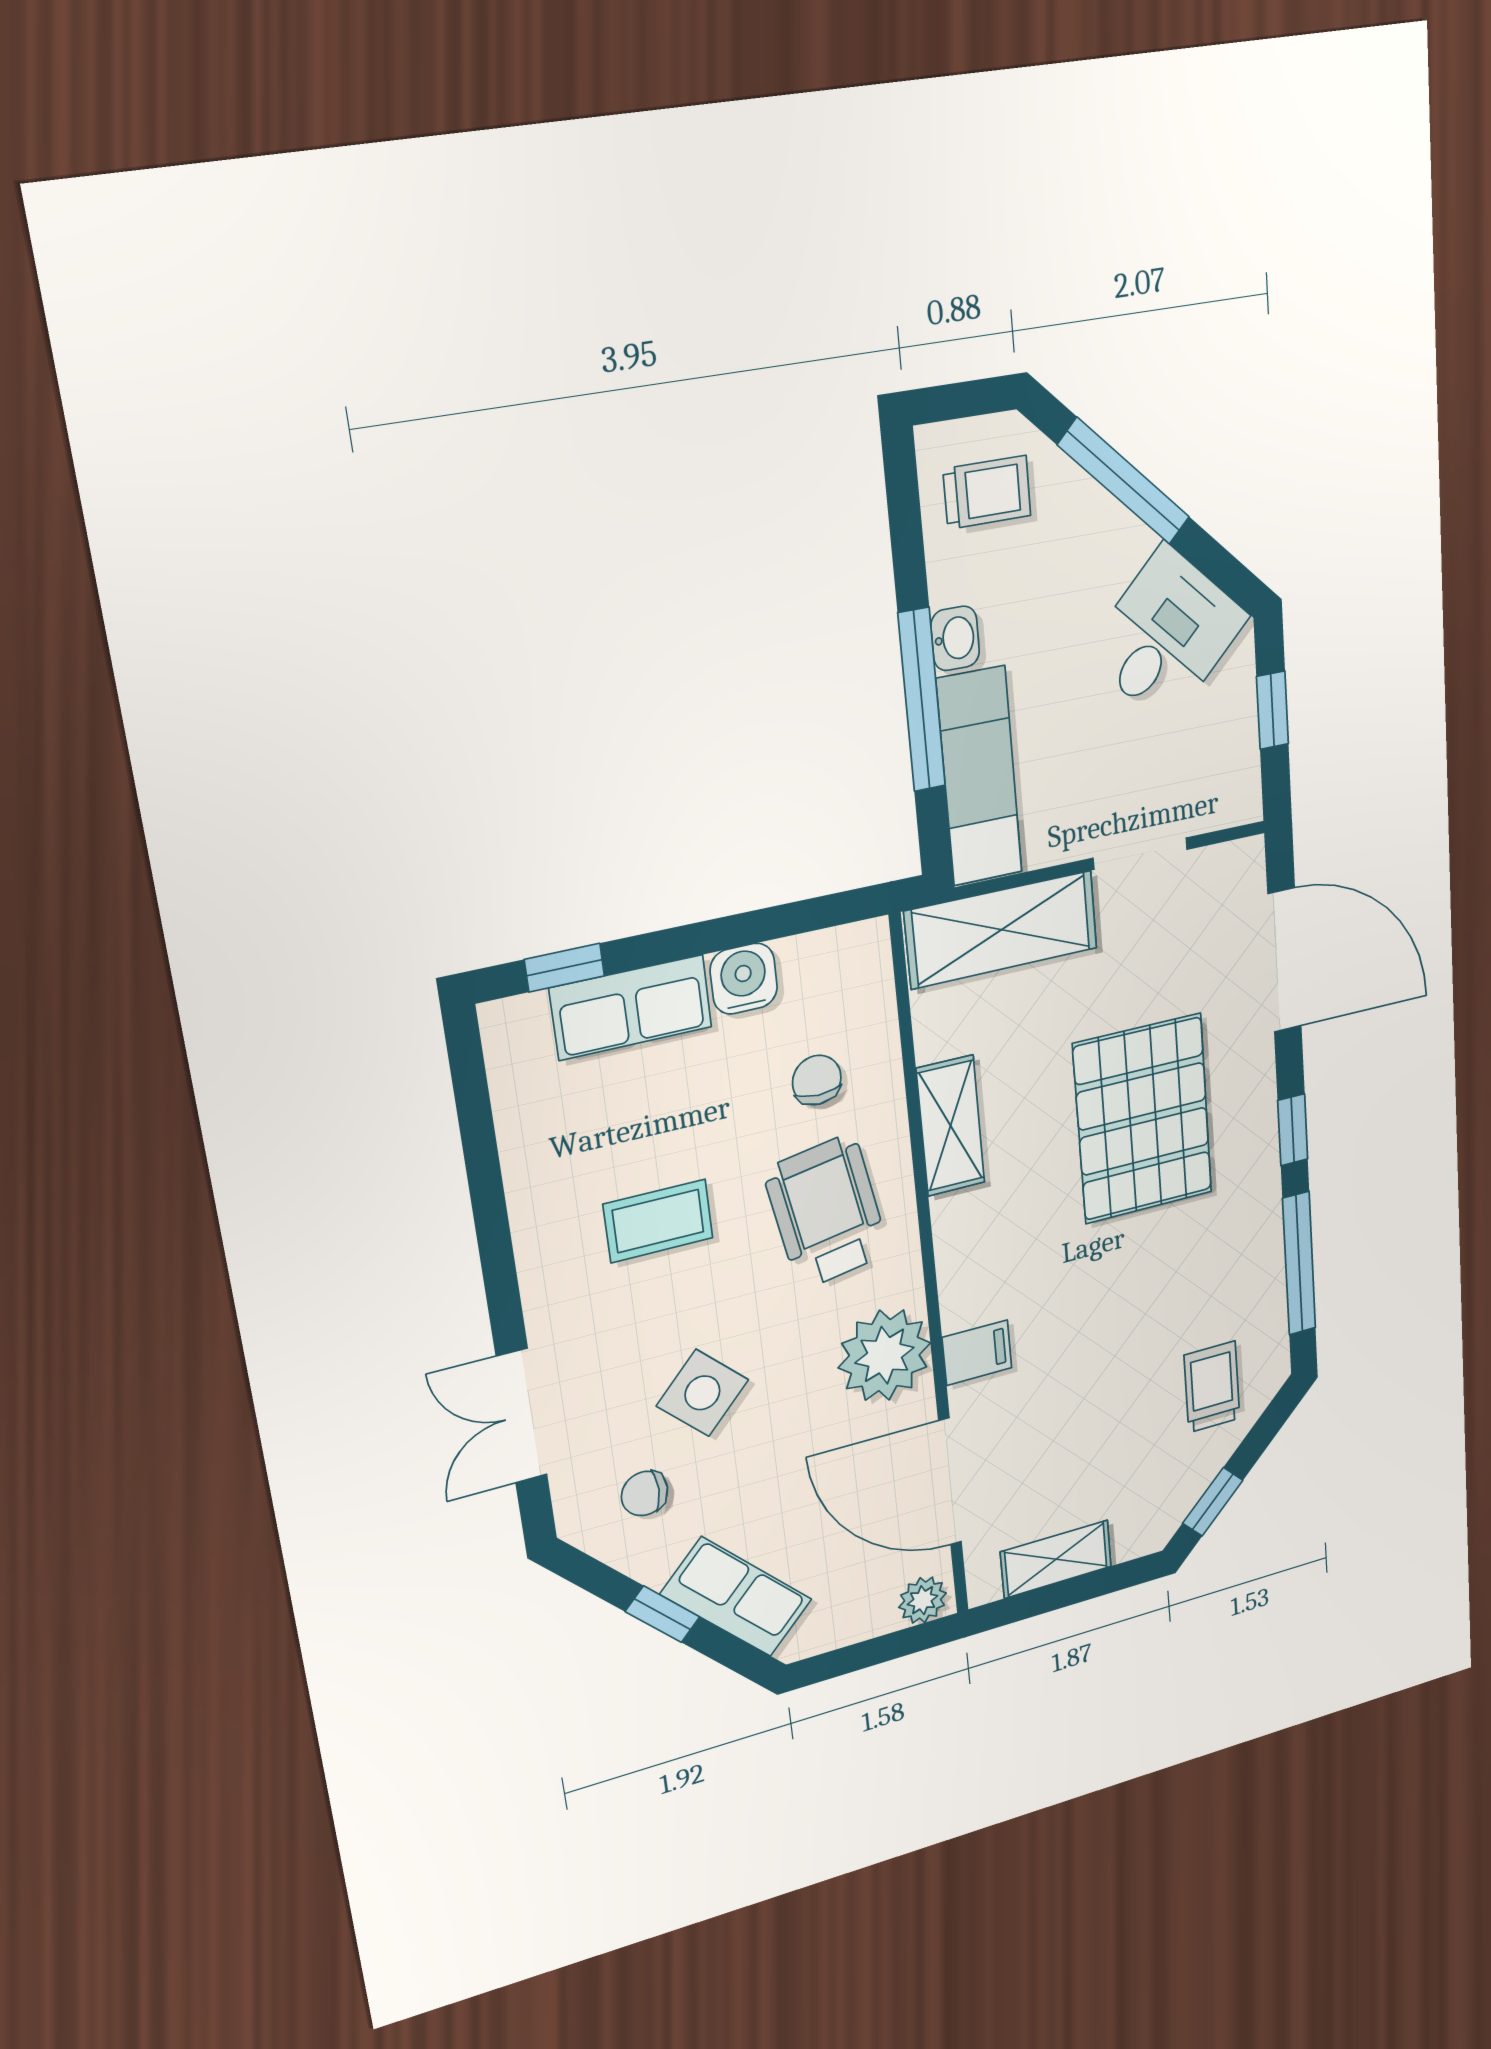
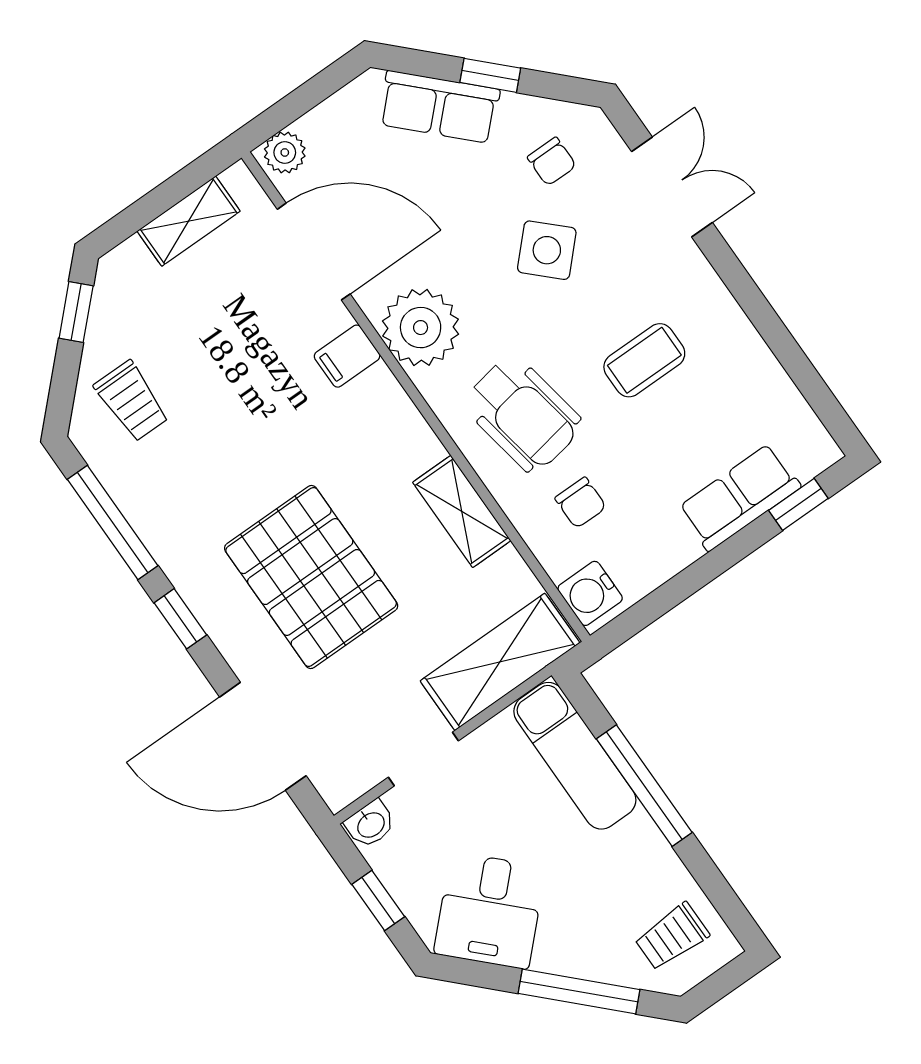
washbasin: (955, 638) -> (370, 824), moved, turned -90
water cooler: (744, 979) -> (590, 593), moved, turned 90
chair: (645, 1493) -> (552, 161), turned 90

